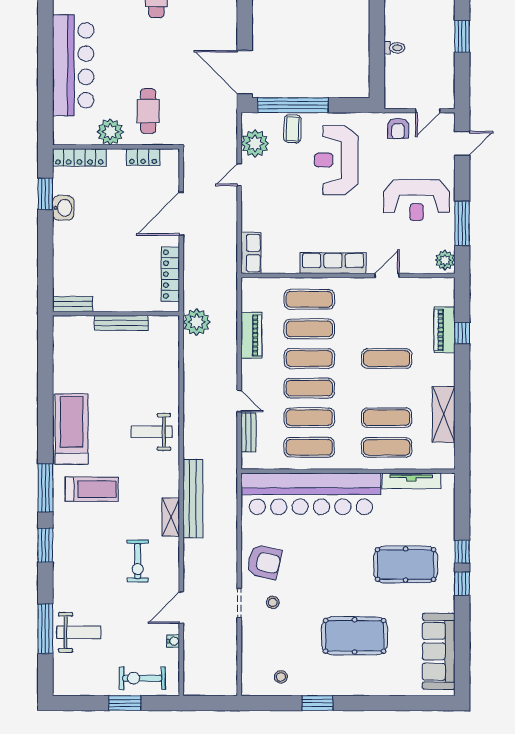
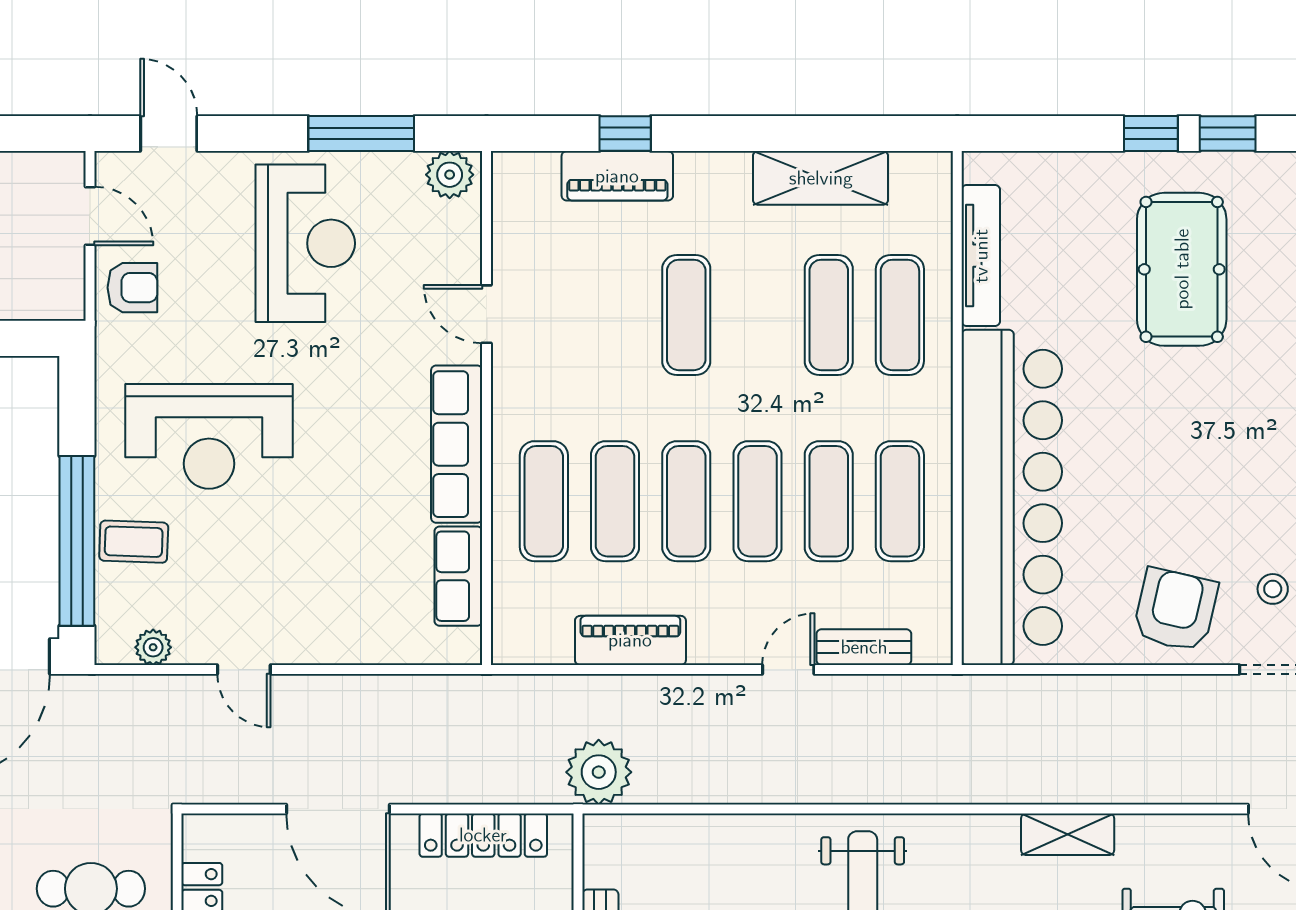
plant: (255, 143) -> (153, 647), width x0.53, depth x0.53
row of seats: (251, 253) -> (458, 576), moved, turned -90
bench: (193, 499) -> (1023, 781), removed

